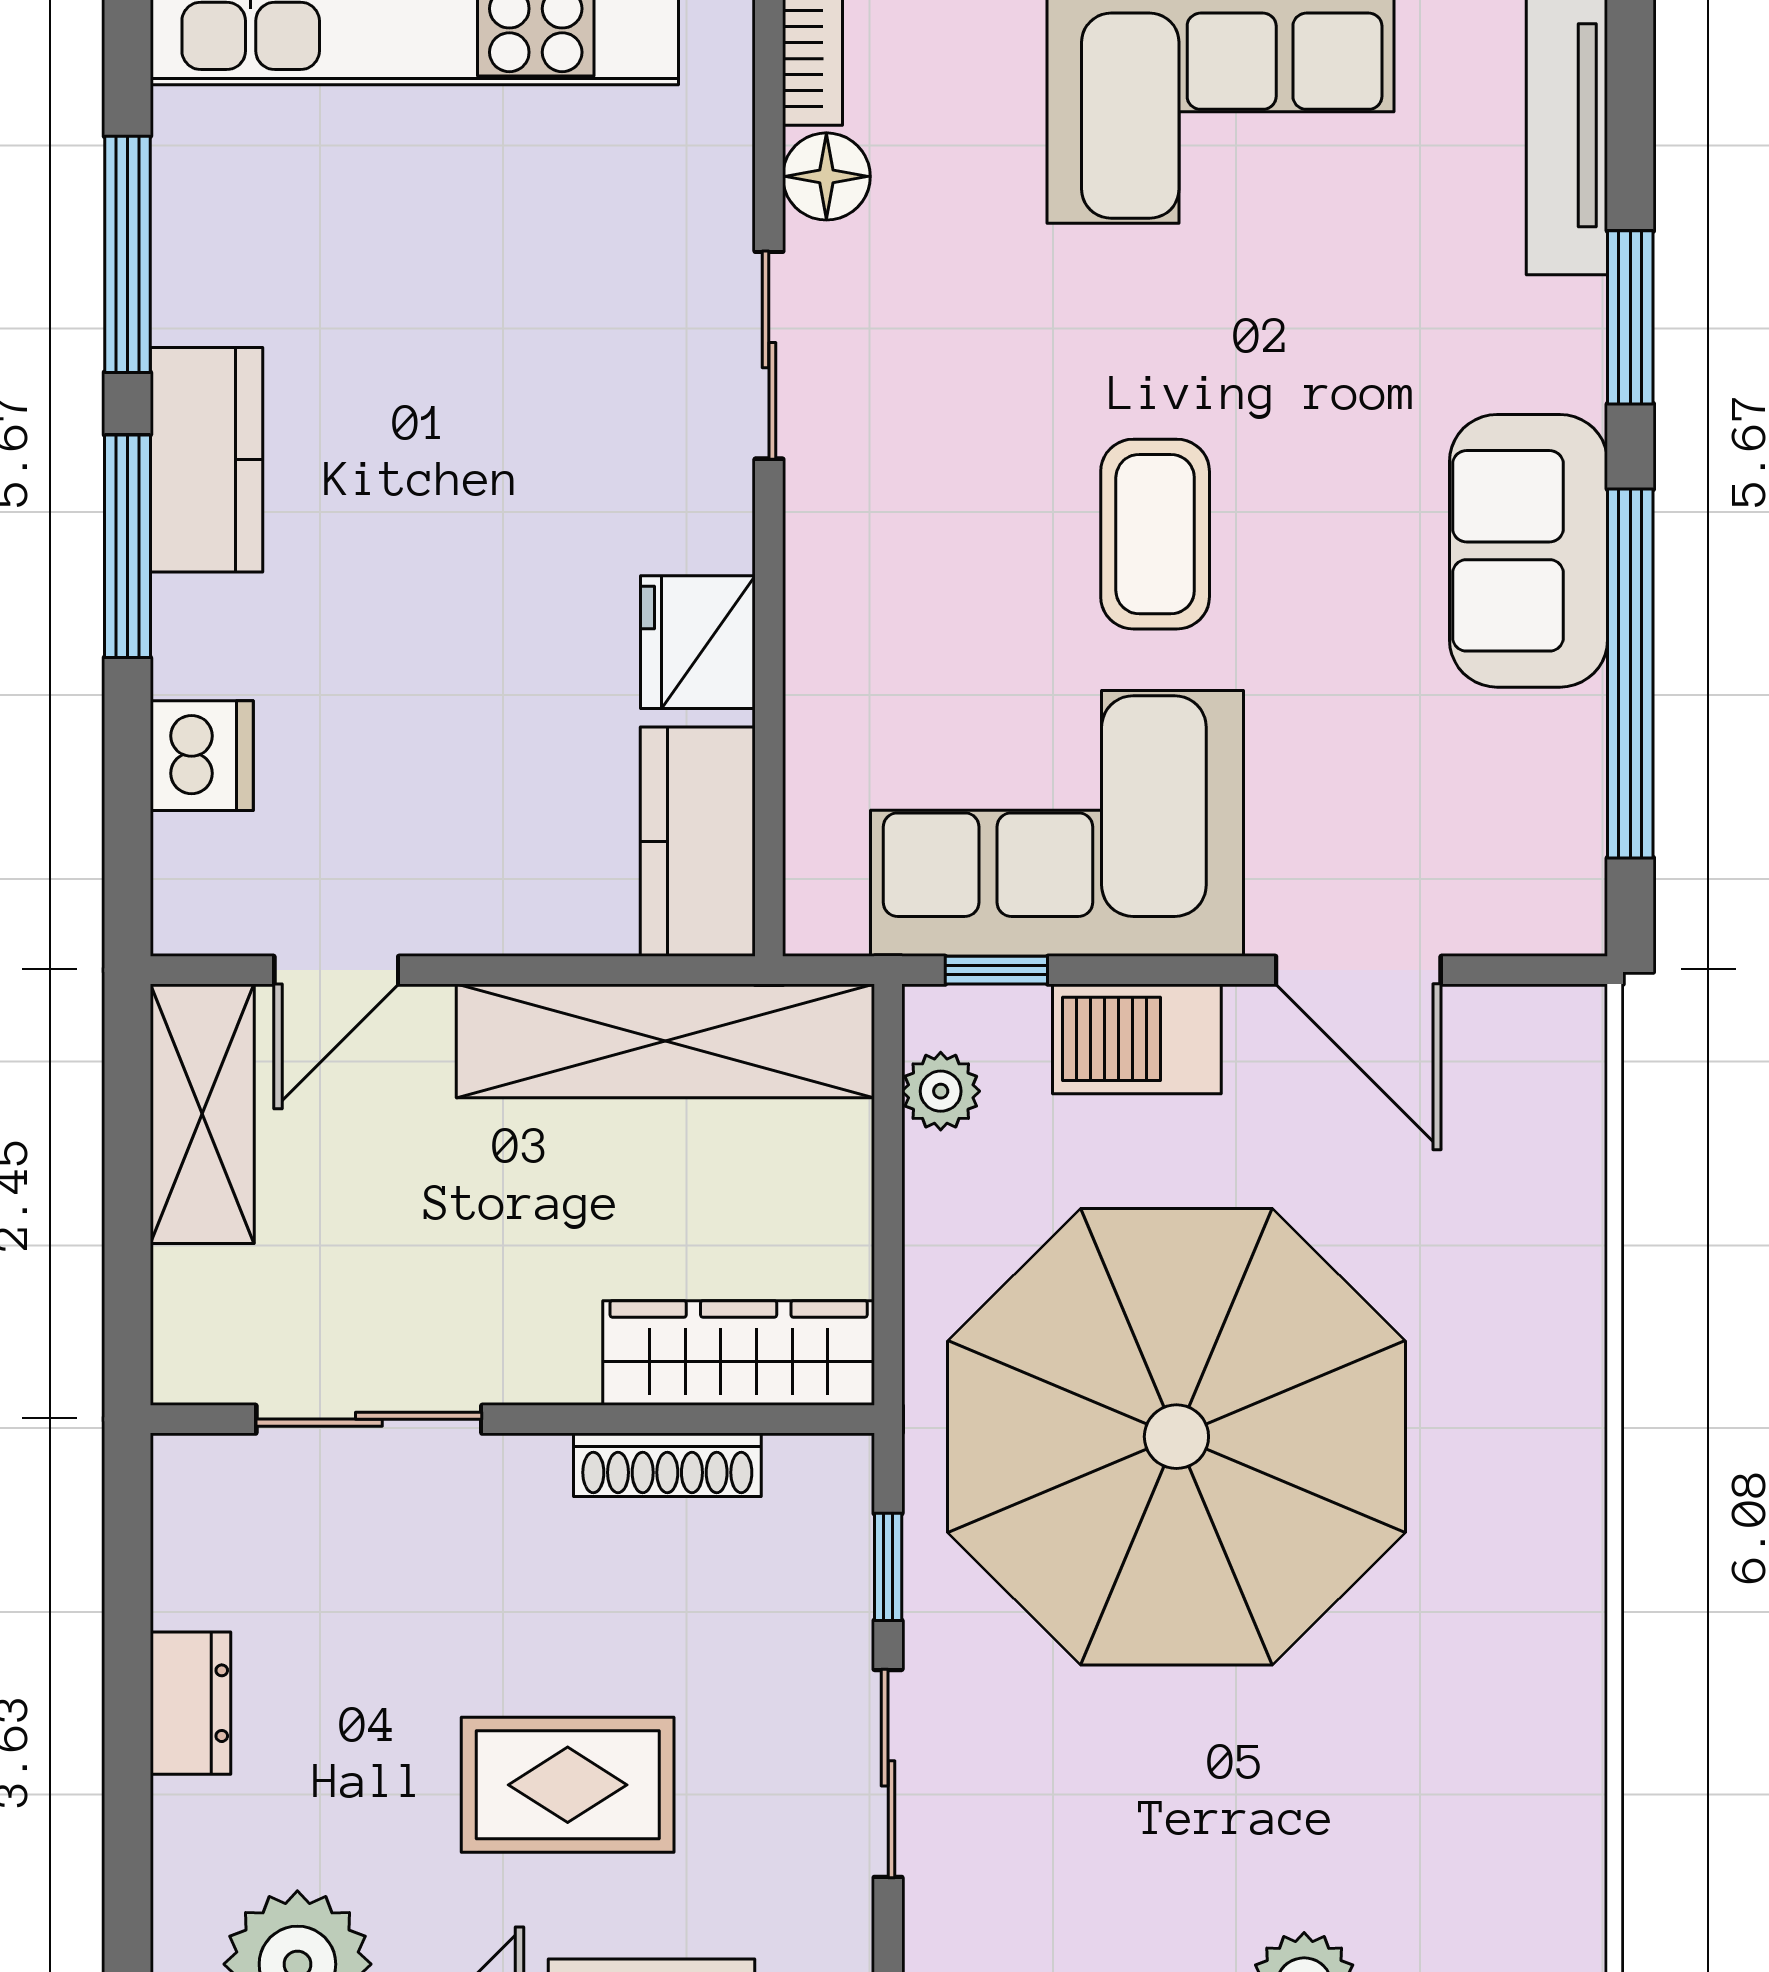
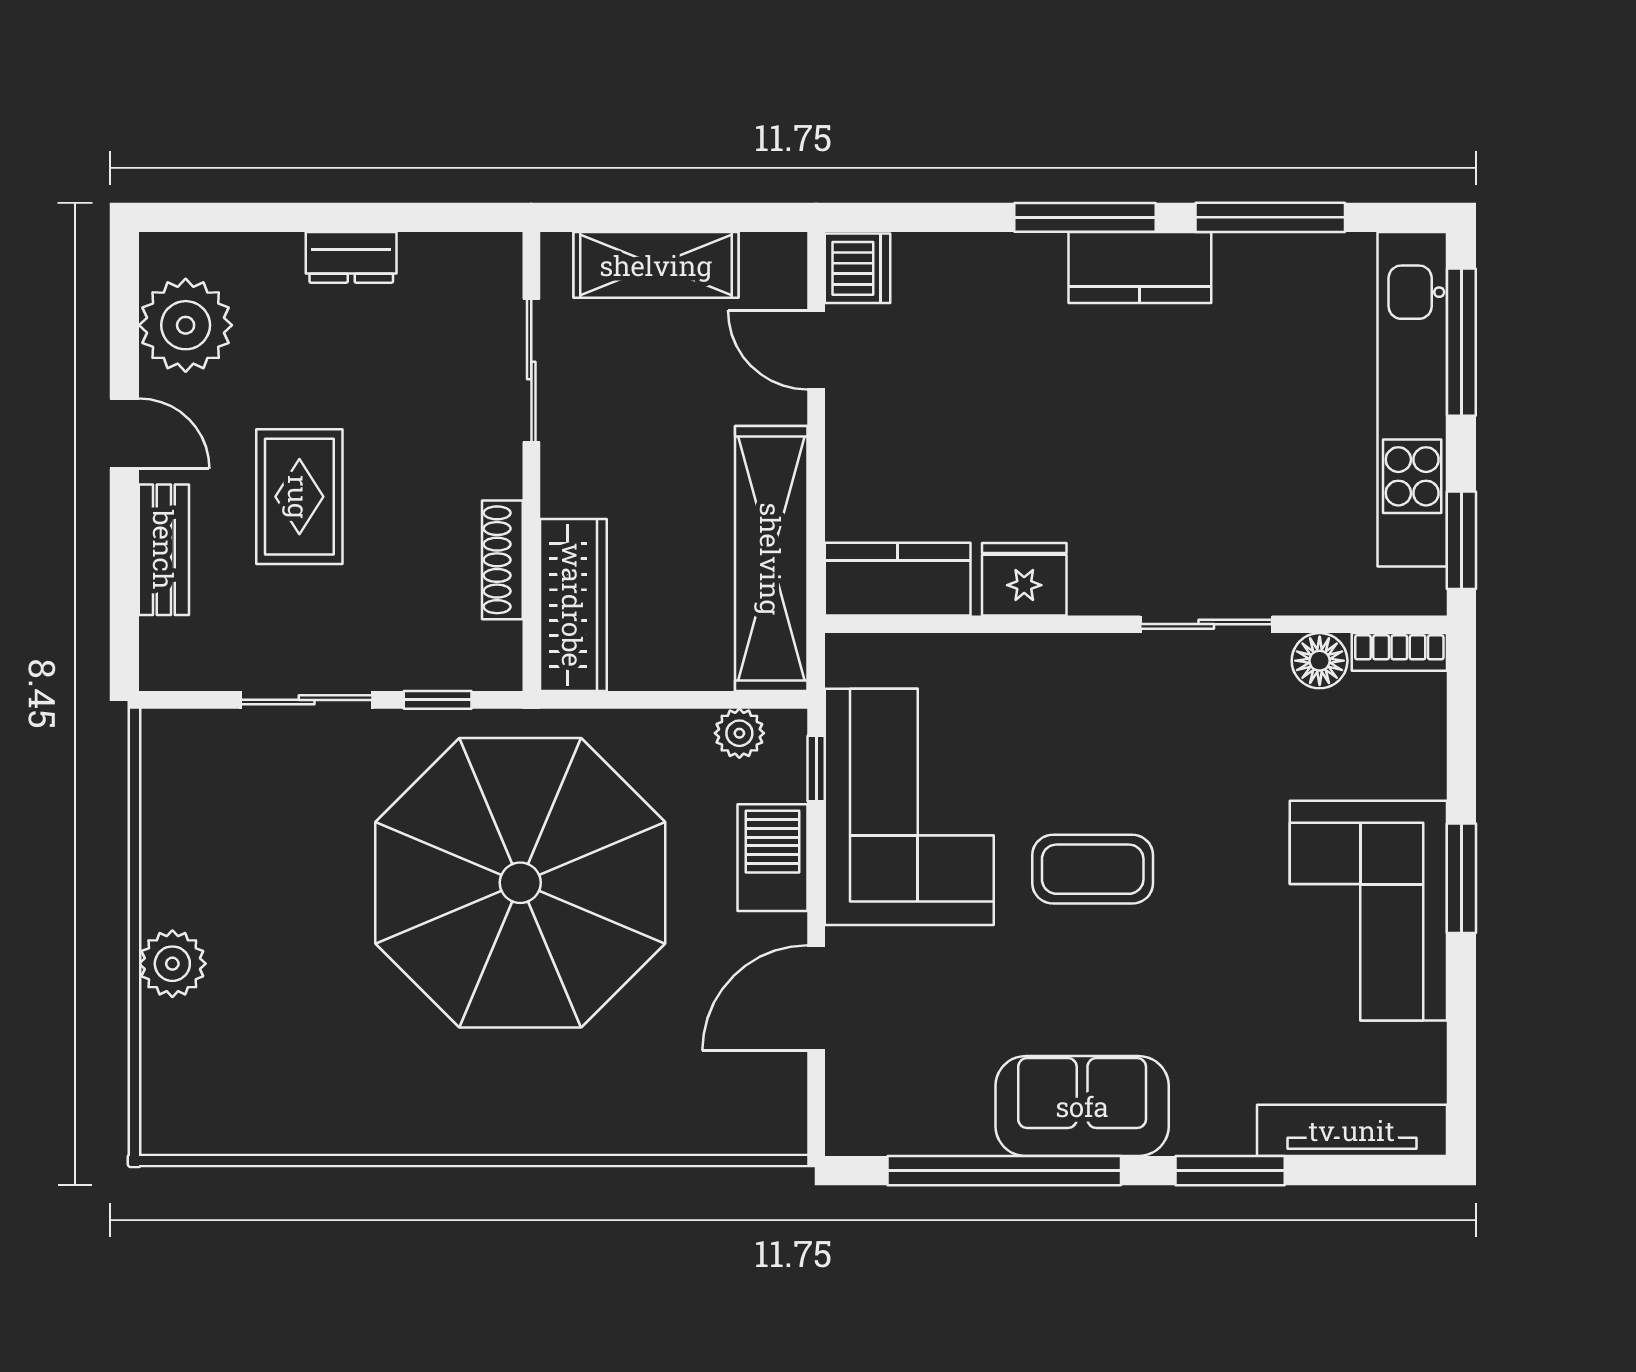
dishwasher: (202, 756) -> (857, 268), moved, turned -90
shelving: (202, 1114) -> (656, 265), moved

